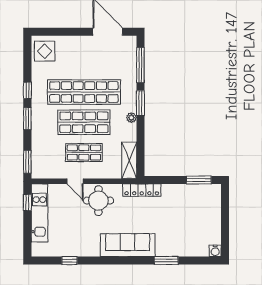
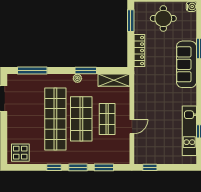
window: (140, 103) -> (86, 71), moved
window: (27, 162) -> (104, 167), moved
locker: (142, 190) -> (139, 51), moved
round table: (98, 201) -> (163, 18), moved
kitchen unit: (39, 213) -> (189, 131), moved, turned -90
sofa: (128, 245) -> (186, 64), moved

